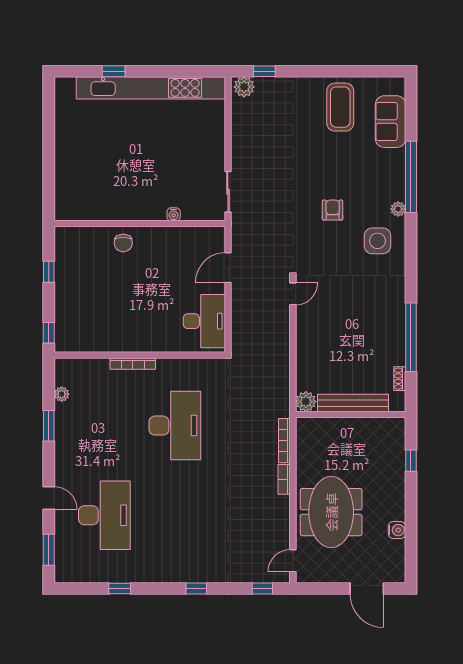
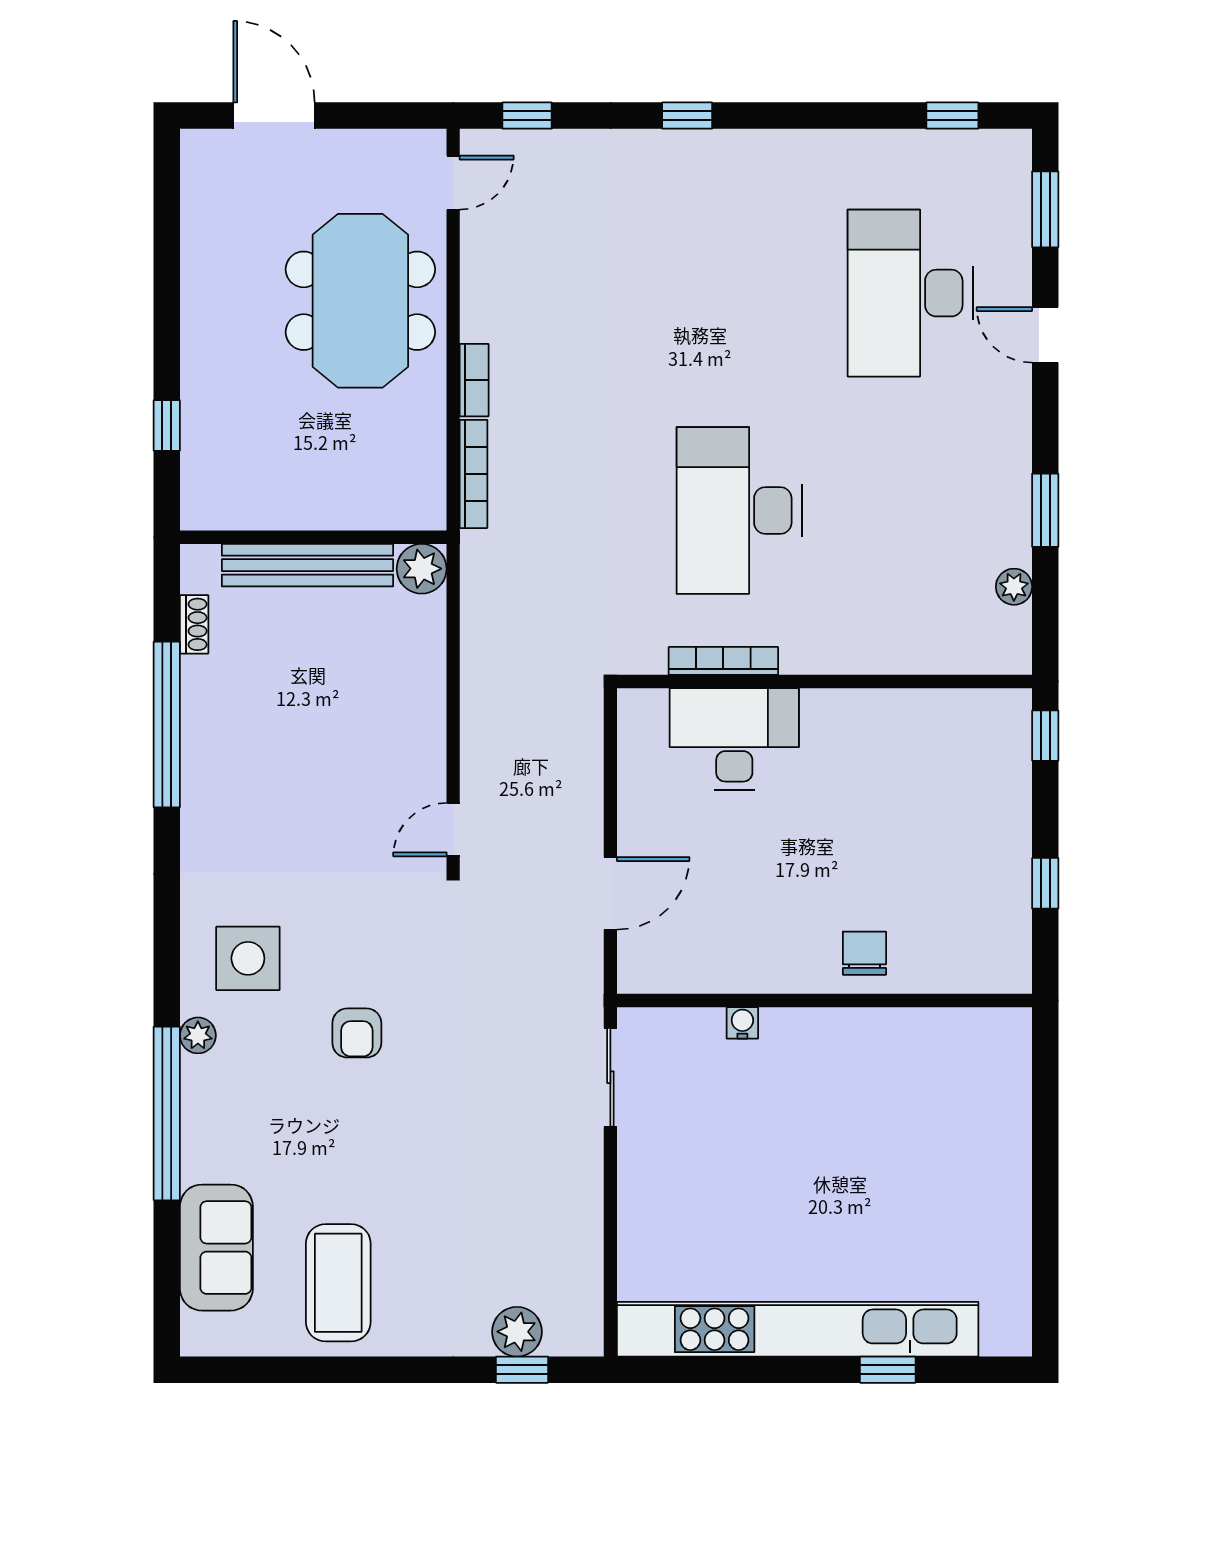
plant: (244, 87) -> (517, 1332), moved
desk: (204, 321) -> (734, 739), moved, turned 90
bookcase: (133, 364) -> (723, 661), moved
water cooler: (397, 530) -> (201, 257), removed
window: (120, 588) -> (952, 116), moved

